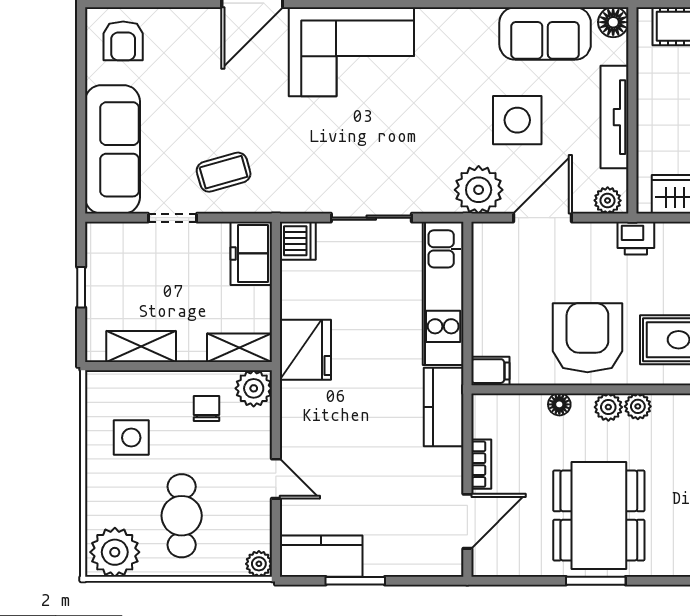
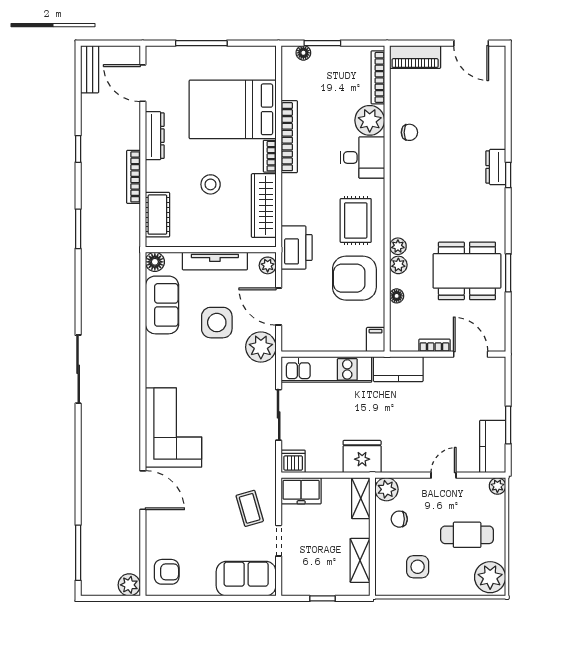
sofa: (112, 149) -> (246, 579), width x0.73
printer: (636, 238) -> (297, 248), width x1.87, depth x1.48

